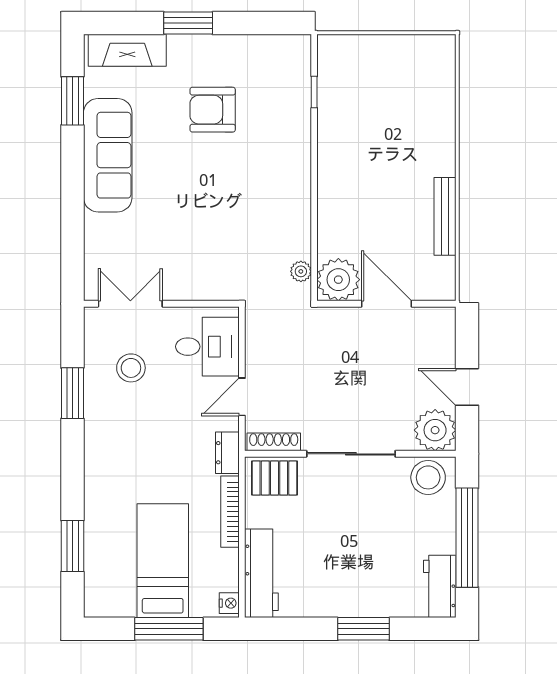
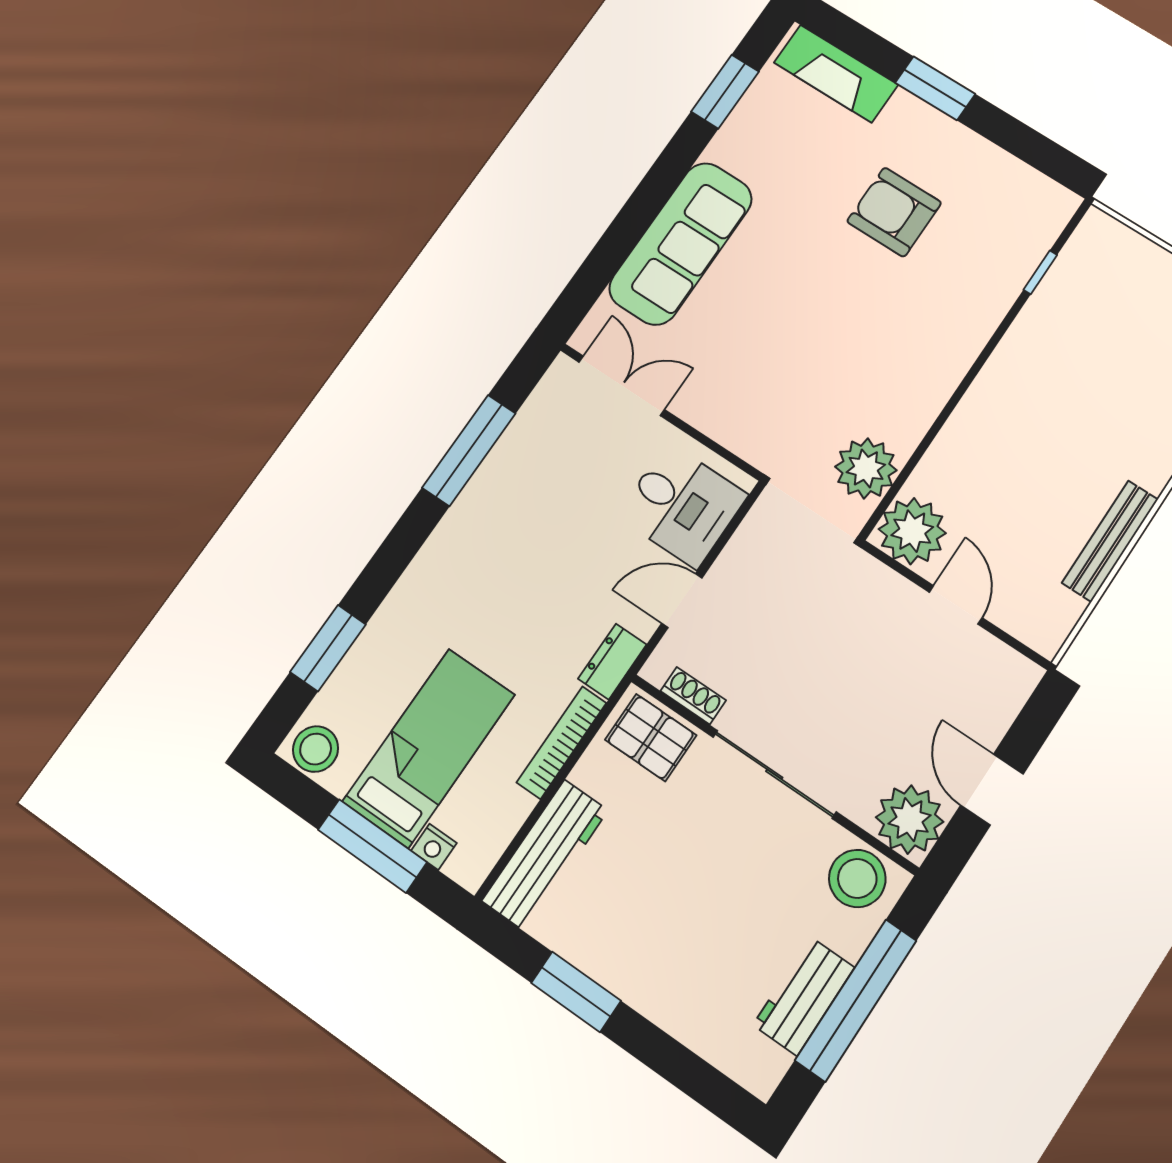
sofa: (108, 155) -> (681, 244), moved
plant: (301, 271) -> (866, 468), width x1.88, depth x1.88
door: (386, 304) -> (956, 605), width x0.73
stool: (131, 368) -> (316, 749), moved
window: (72, 393) -> (469, 451), width x1.44
shoe rack: (274, 442) -> (693, 696), width x0.70
workbench: (440, 586) -> (804, 996), moved
nightstand: (229, 603) -> (434, 847), moved, turned 90
window: (363, 629) -> (576, 992), moved

